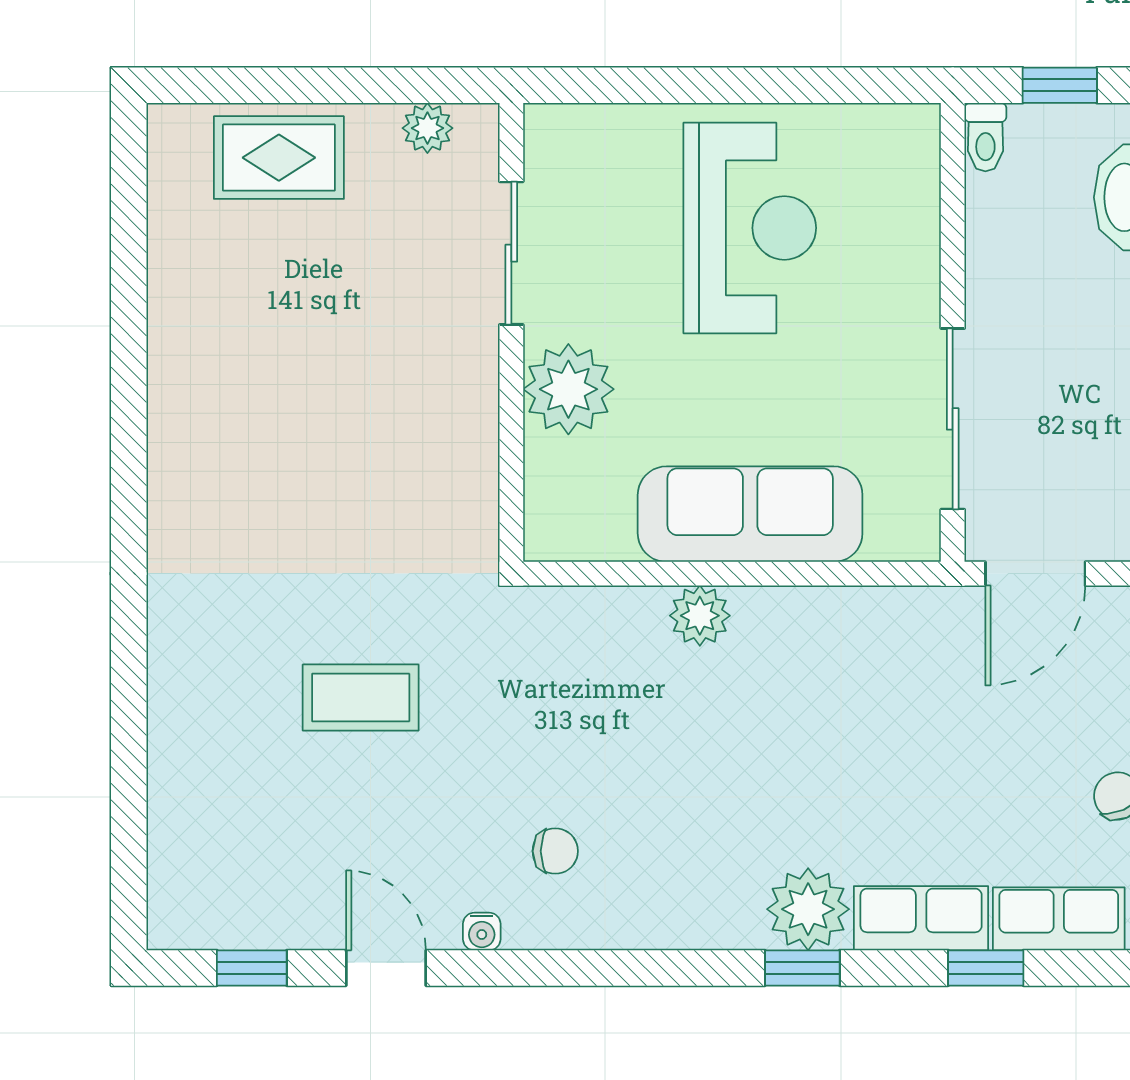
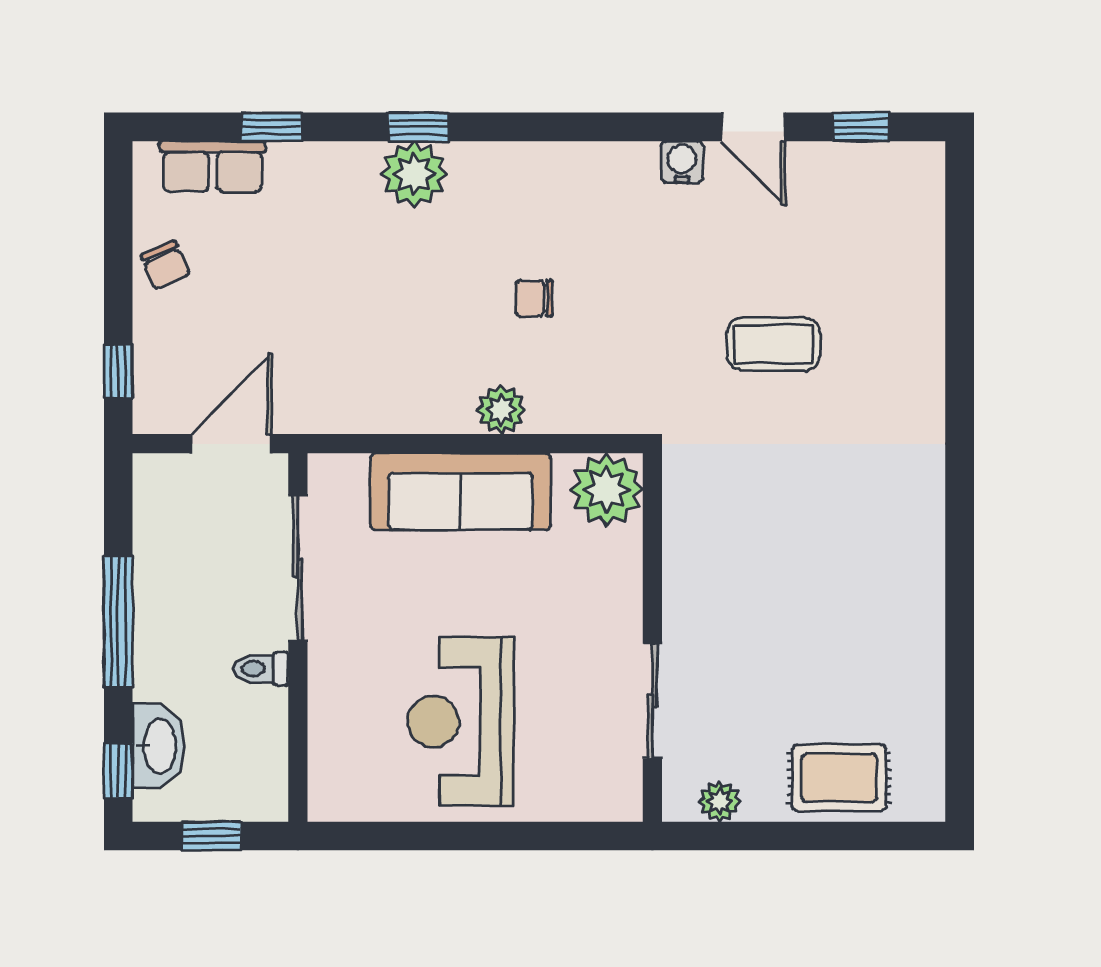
toilet: (985, 137) -> (261, 669), moved, turned -90
plant: (568, 389) -> (607, 490), moved
chair: (555, 851) -> (534, 298), moved
row of seats: (921, 918) -> (323, 167), removed
water cooler: (482, 932) -> (682, 162), width x1.38, depth x1.38

